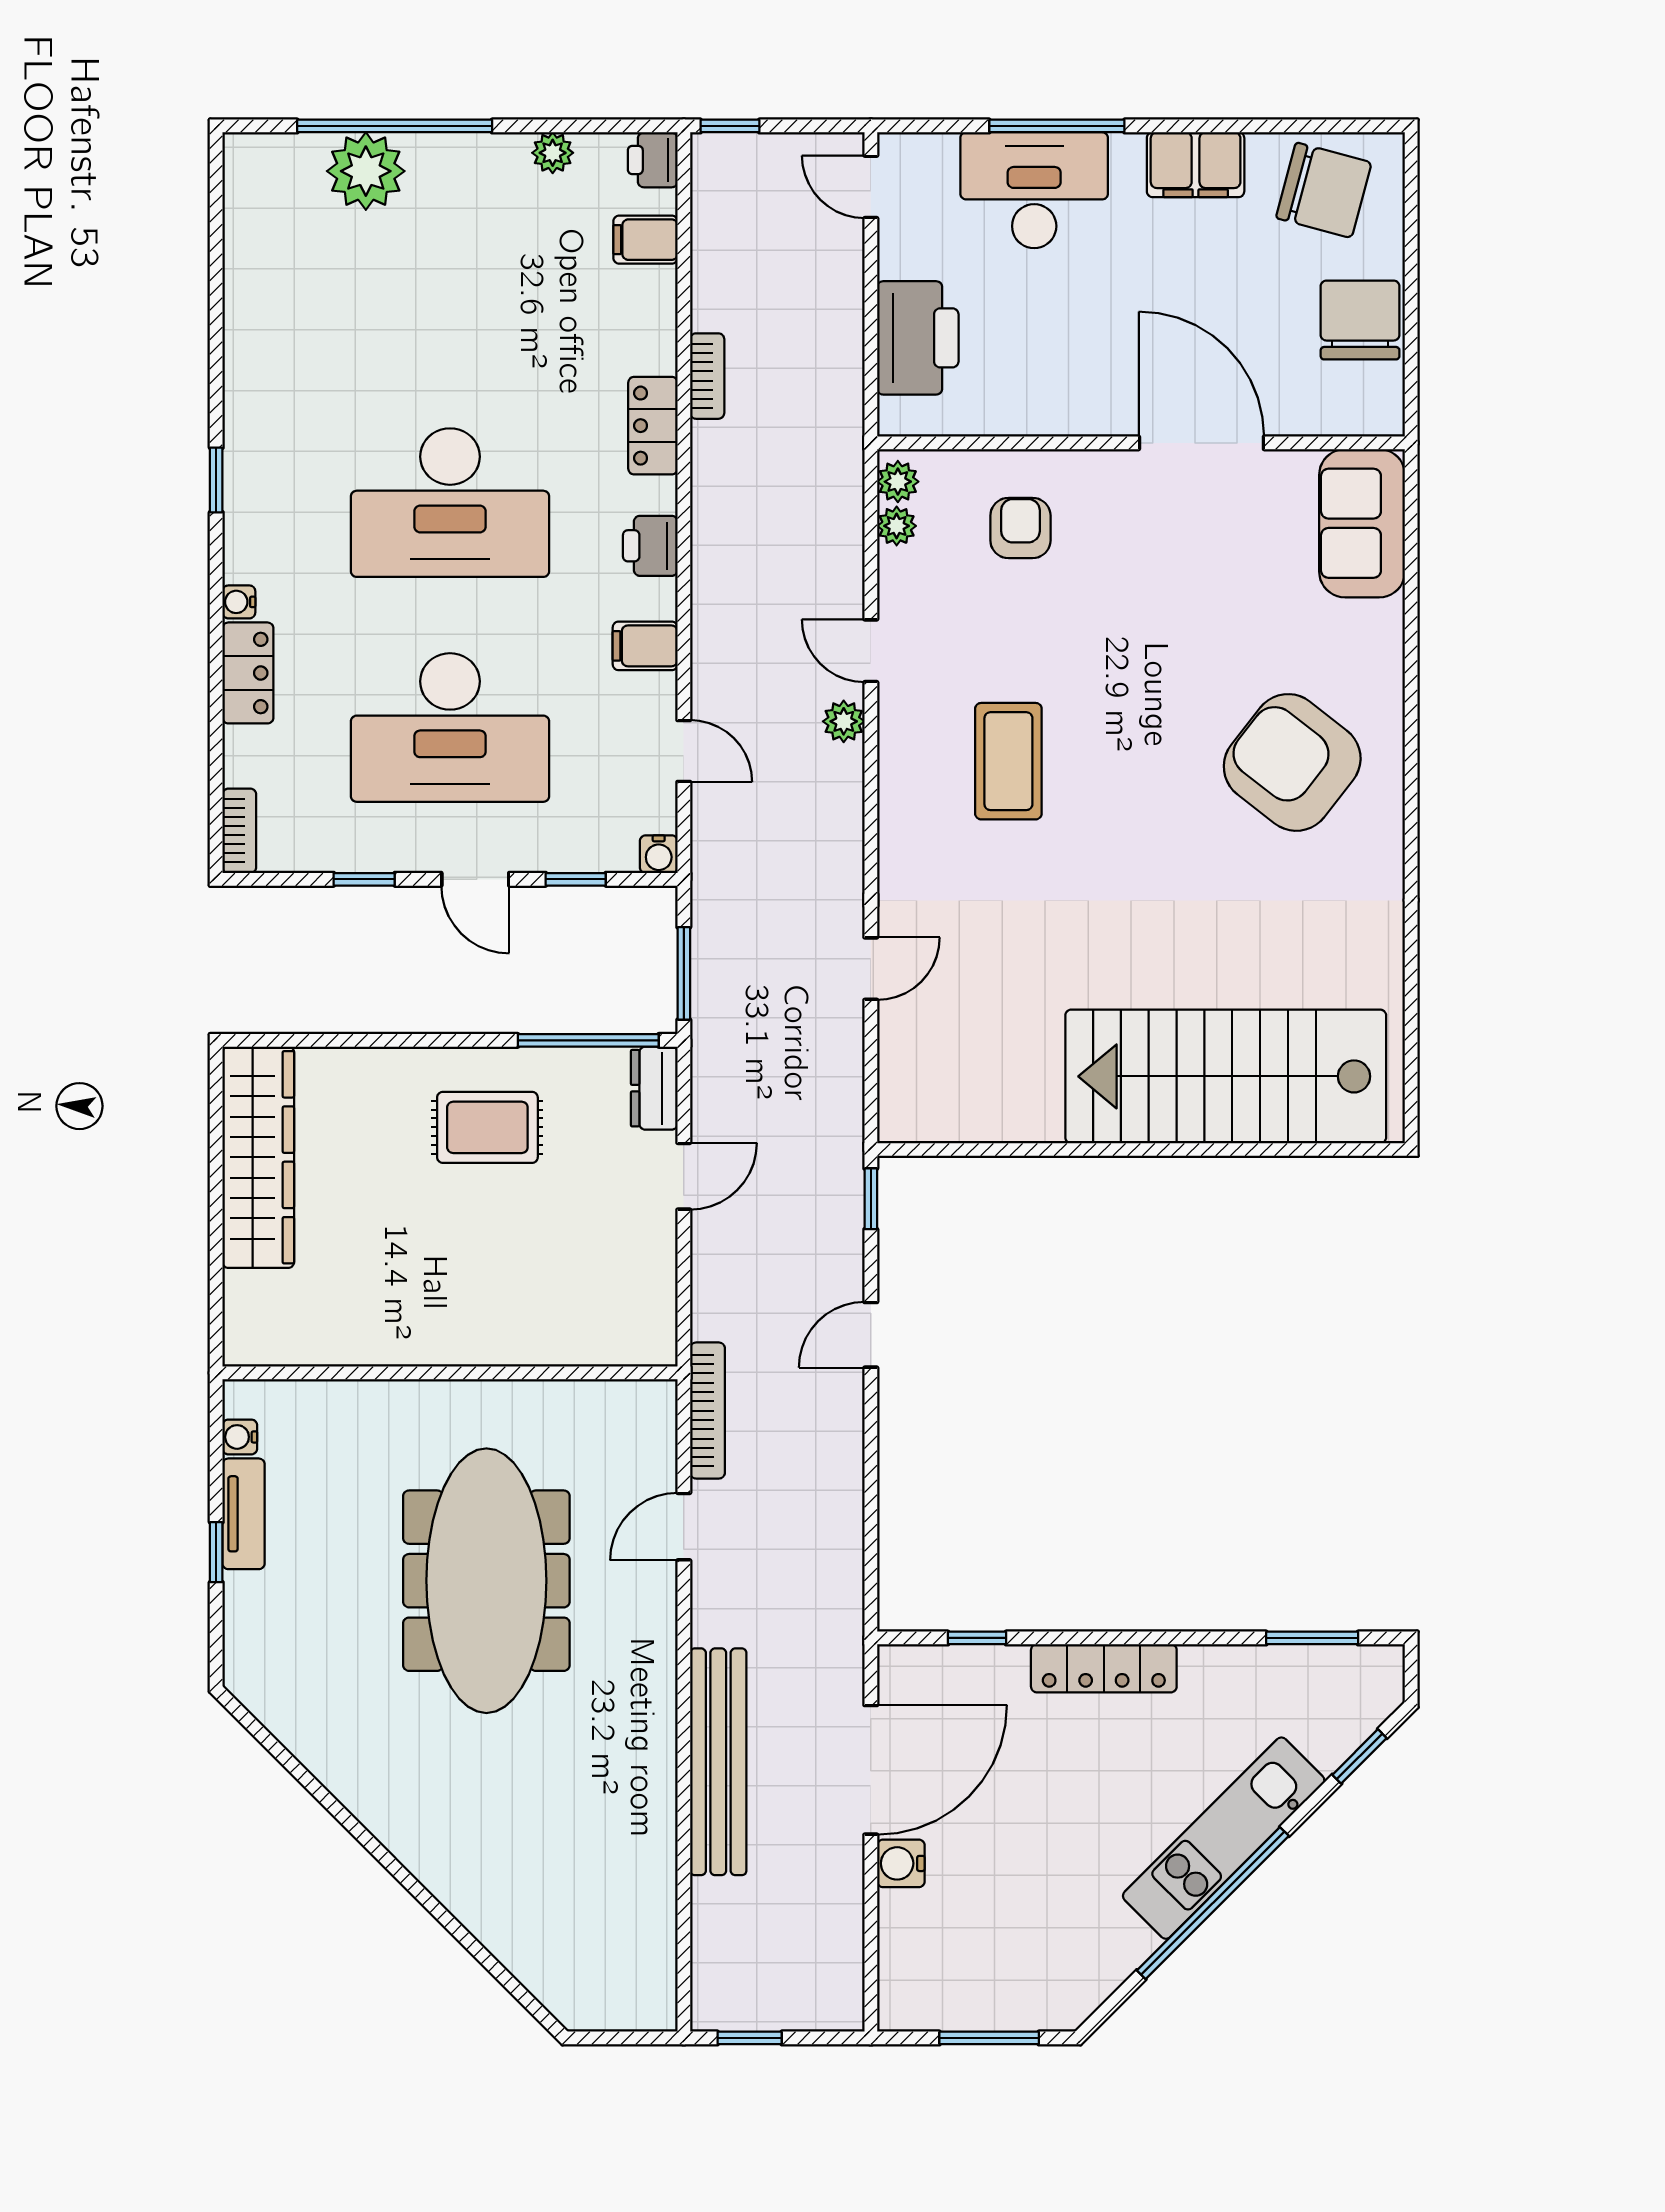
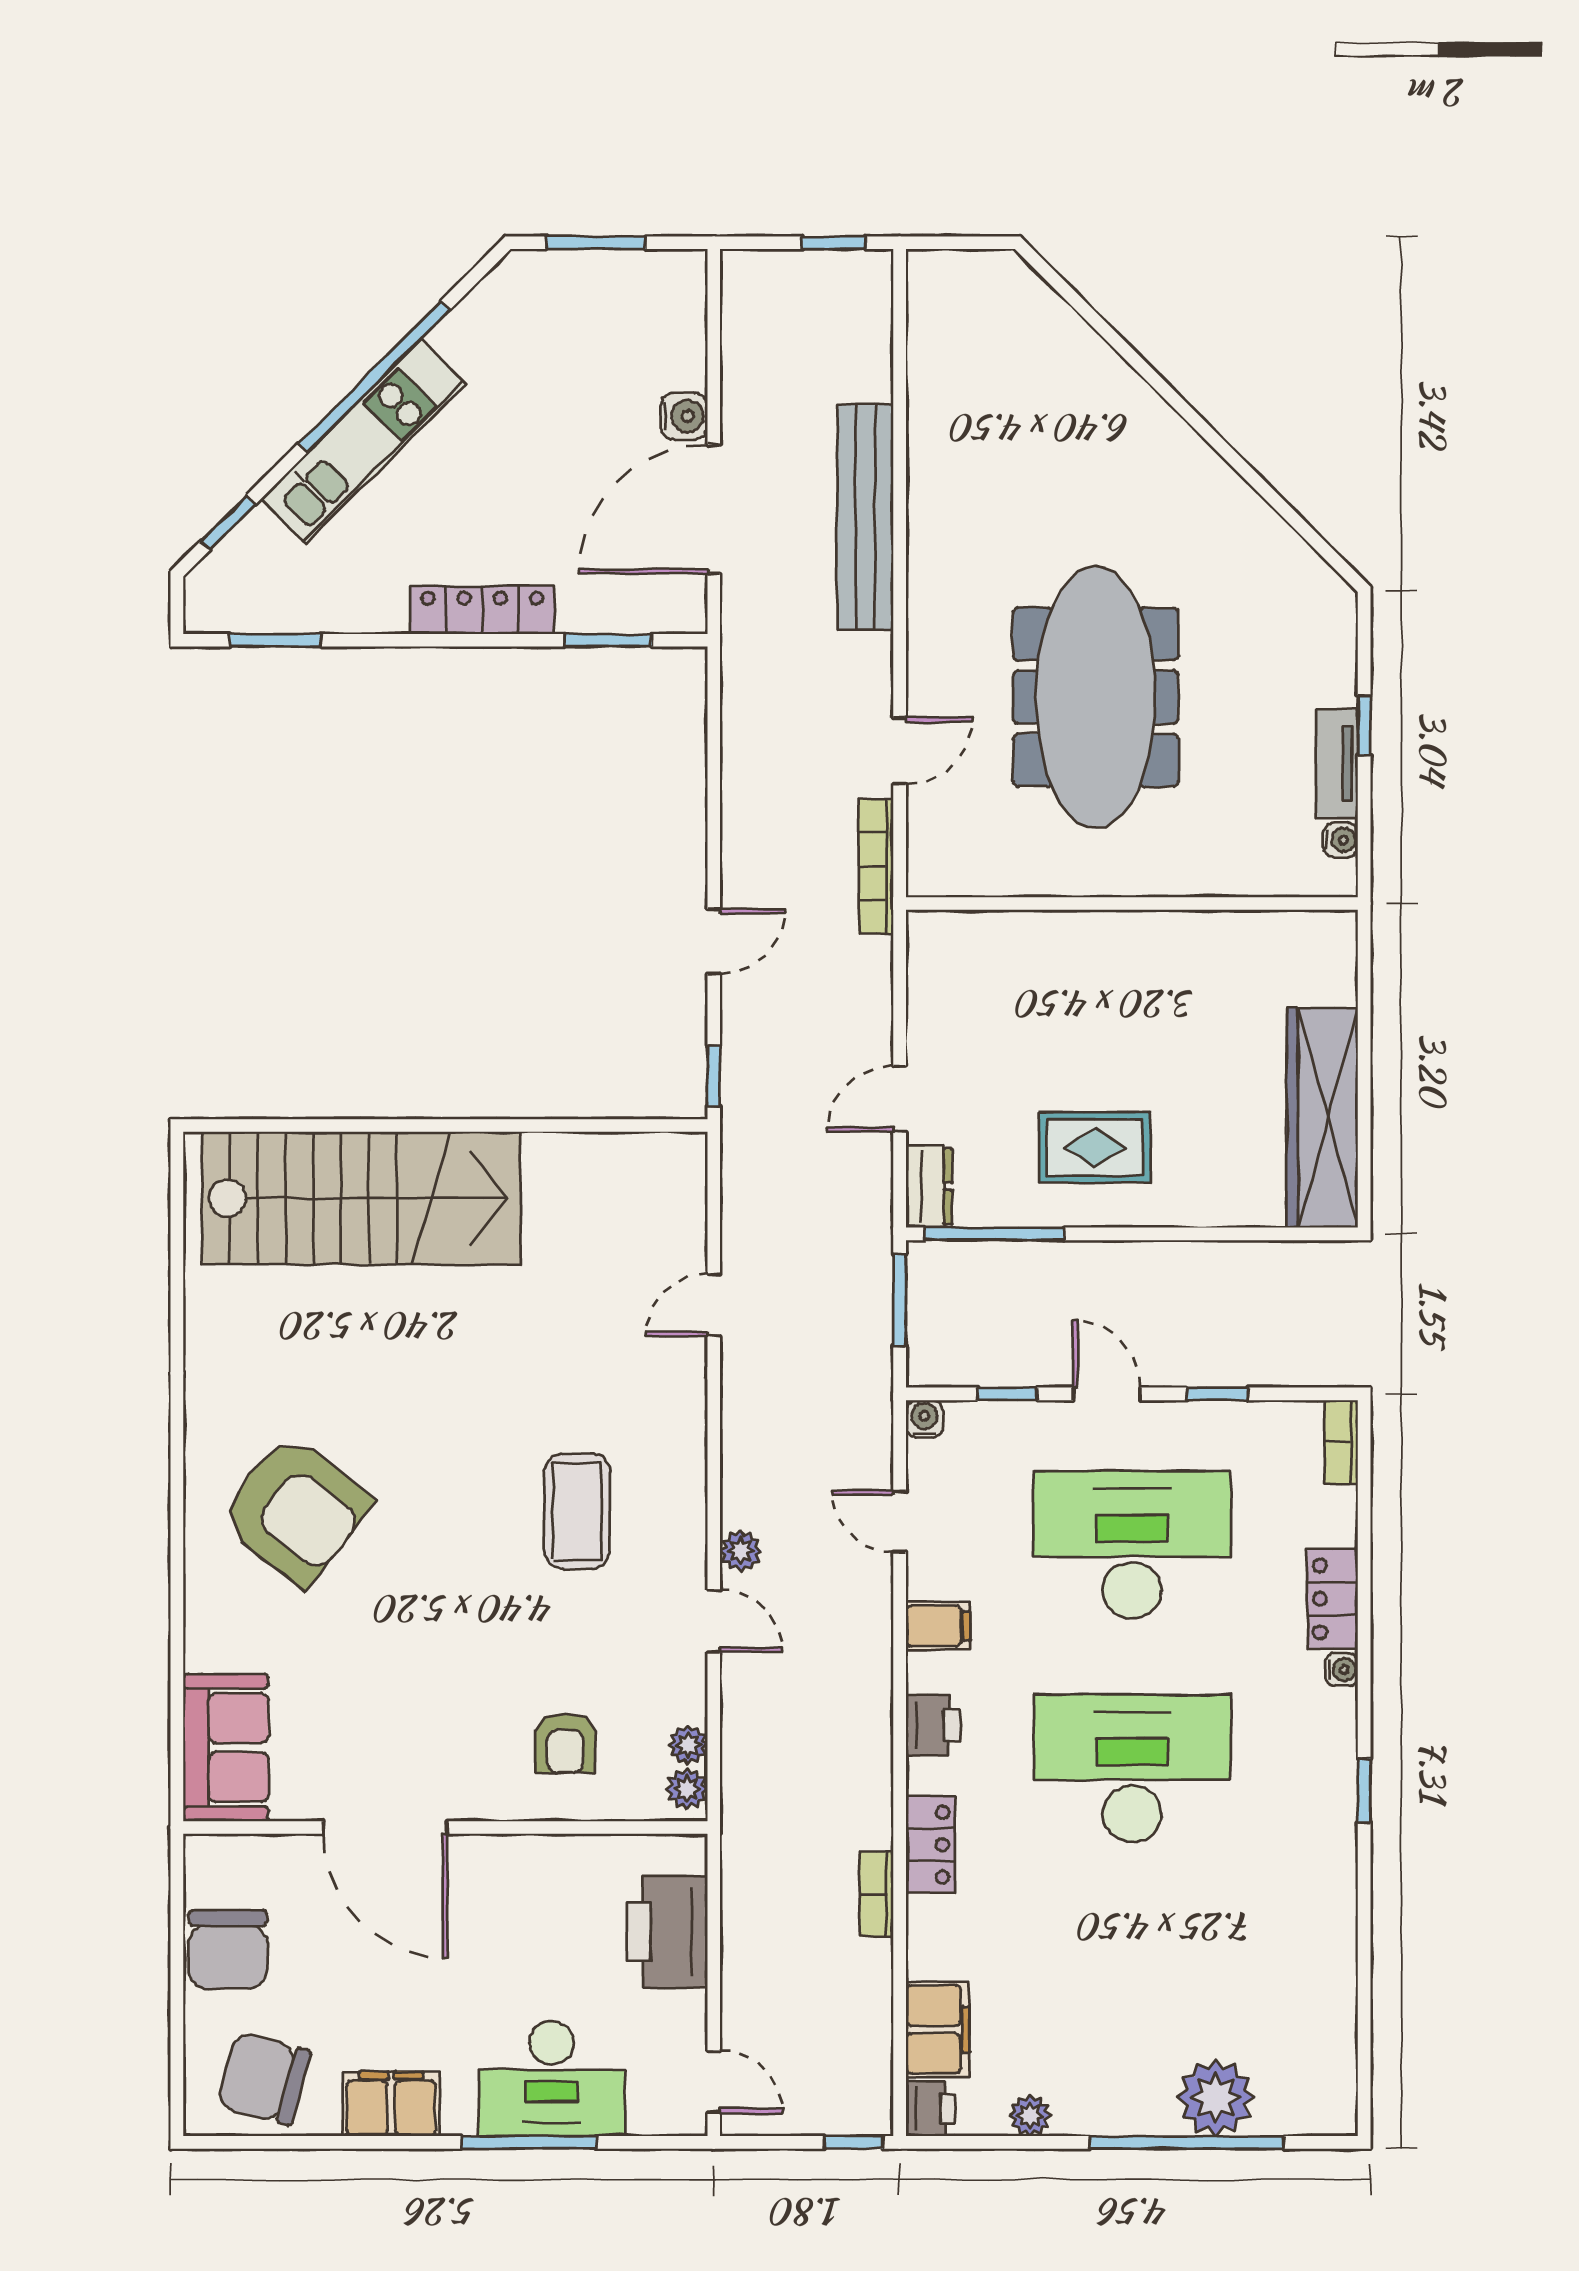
filing cabinet: (645, 240) -> (938, 2029), width x2.00
window: (977, 1638) -> (608, 640), width x1.50

